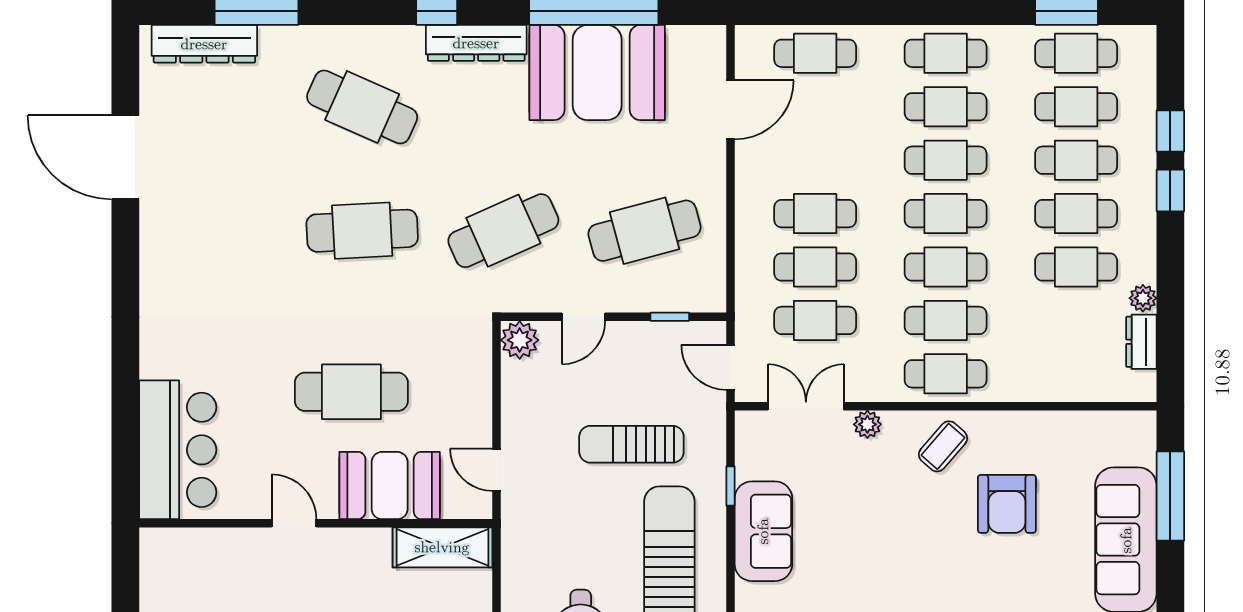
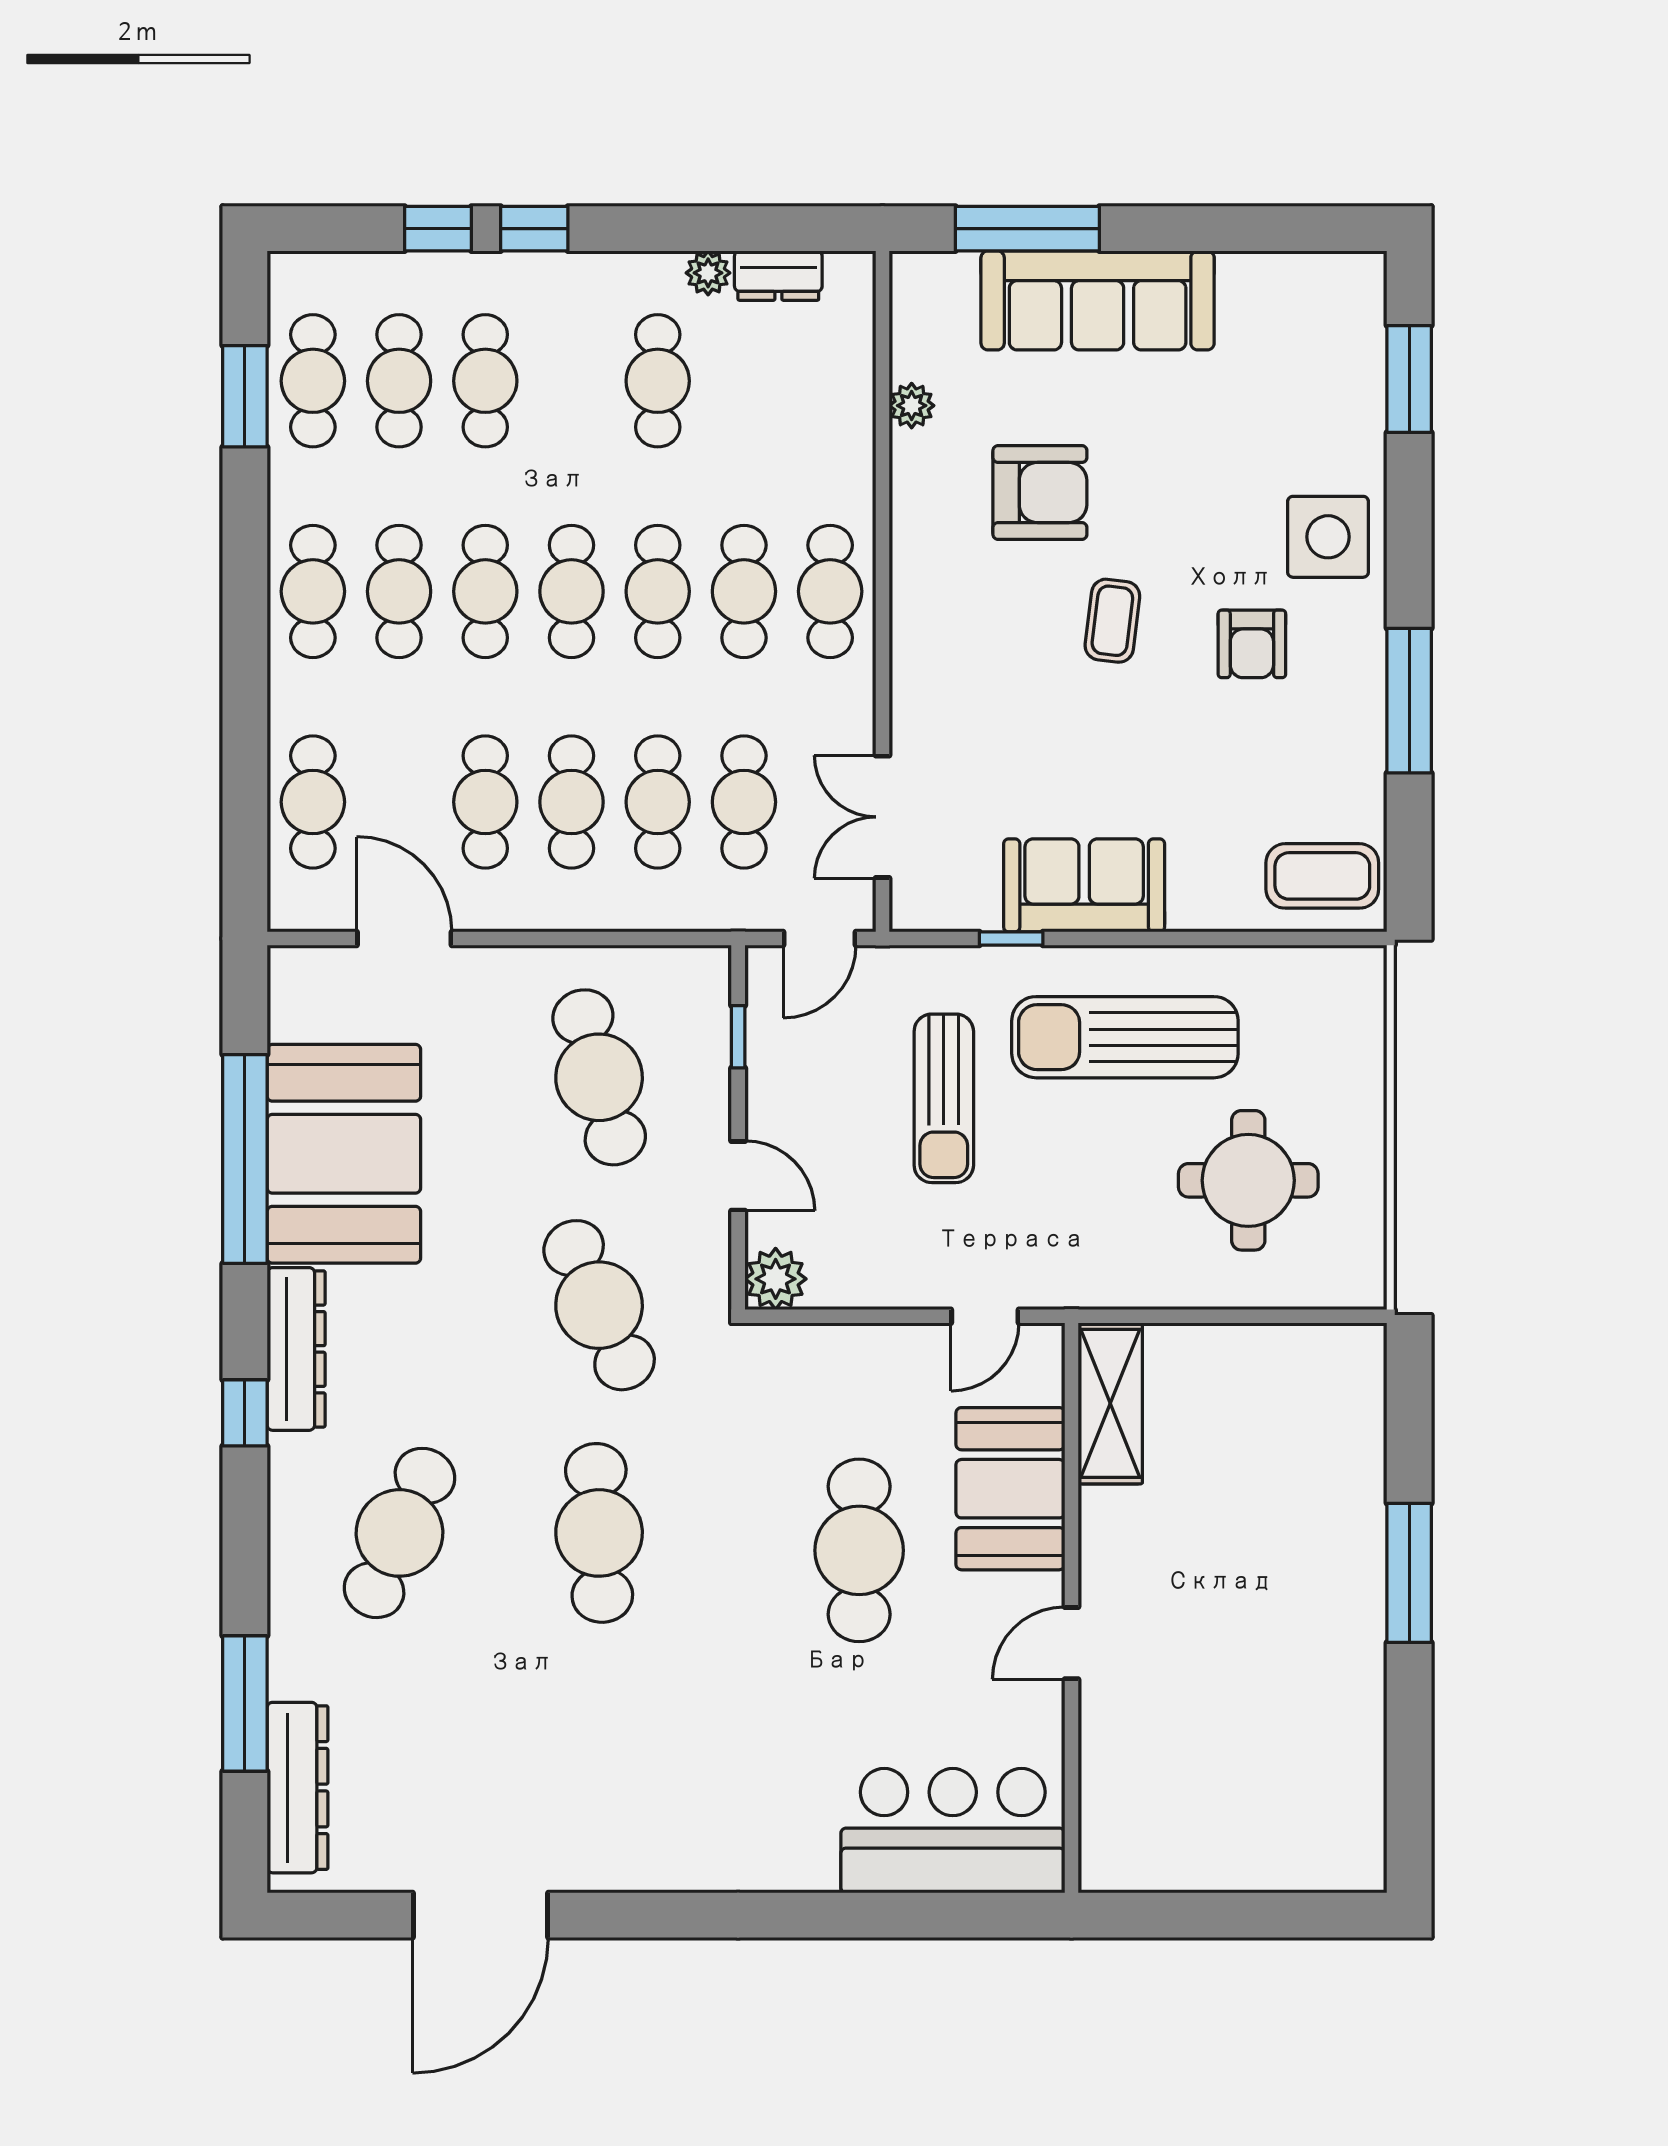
cafe table: (1076, 214) -> (485, 802), moved
plant: (867, 424) -> (912, 406), moved
coffee table: (943, 446) -> (1112, 621), moved, turned 56

